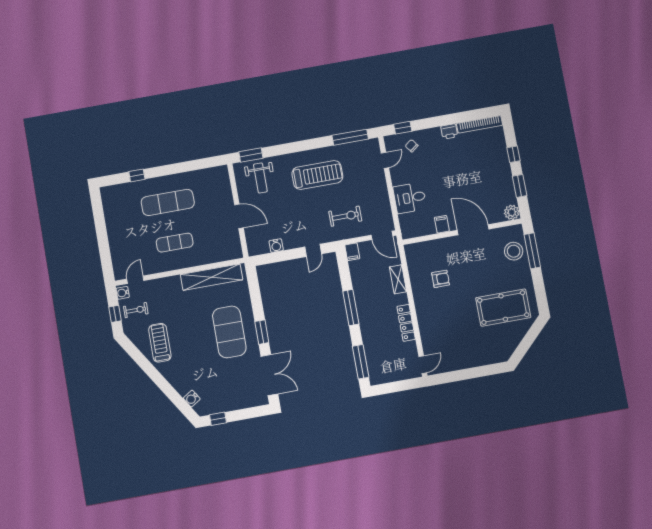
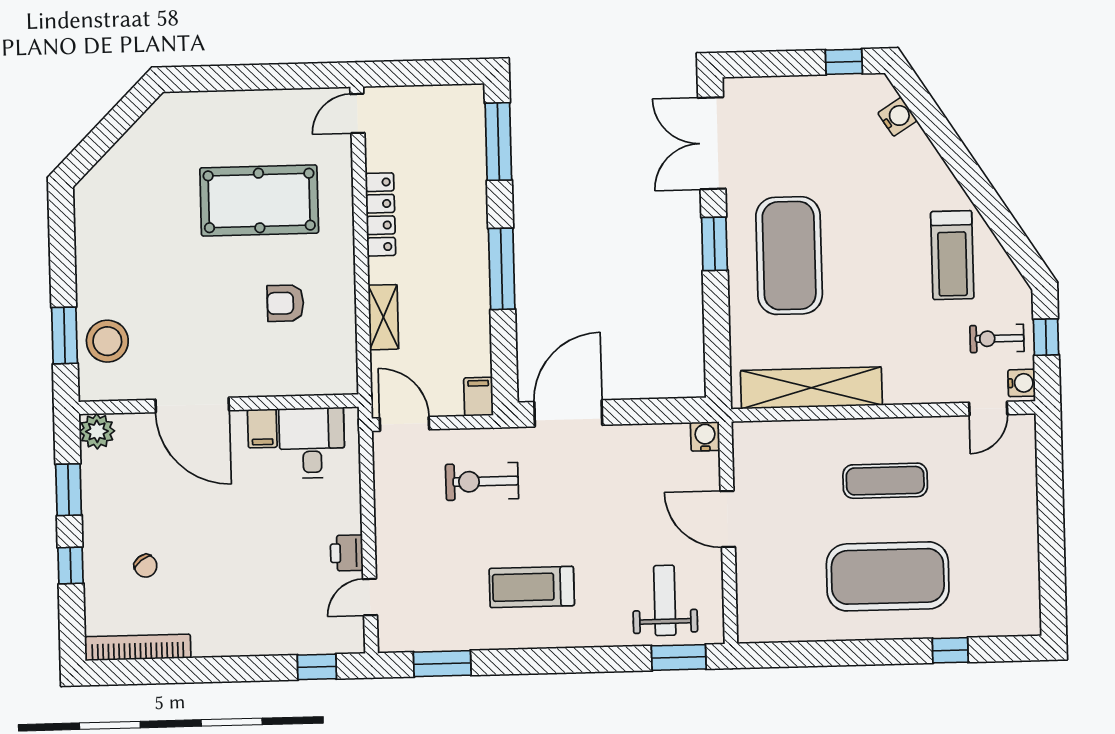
printer: (449, 132) -> (347, 553), moved, turned -90
window: (350, 137) -> (442, 664), width x0.69
chair: (412, 146) -> (146, 566), moved
treadmill: (317, 175) -> (532, 587), width x0.73, depth x0.73
desk: (410, 198) -> (312, 443), moved, turned -90
exercise mat: (168, 202) -> (888, 576), width x1.47
water cooler: (276, 246) -> (705, 436), moved
door: (313, 250) -> (568, 413), width x1.88
window: (532, 251) -> (65, 335), width x0.69
pool table: (503, 308) -> (259, 200), moved

